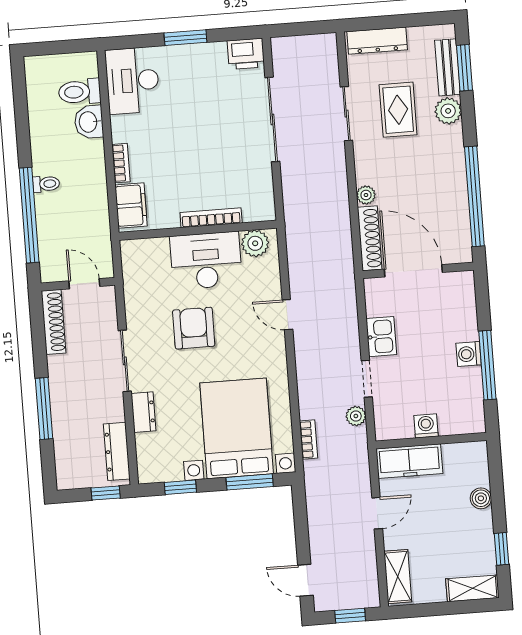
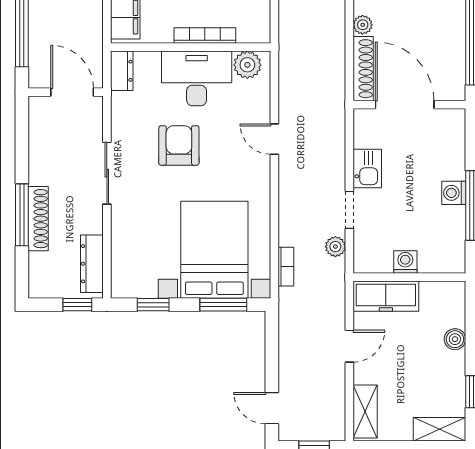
door: (84, 284) -> (72, 92), width x1.38
shoe rack: (53, 322) -> (38, 219), moved
dresser: (143, 412) -> (122, 71), moved

